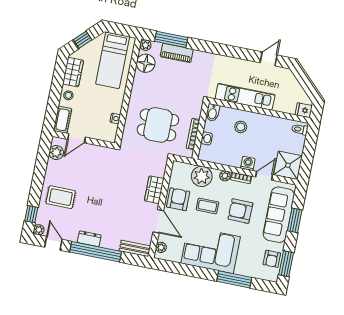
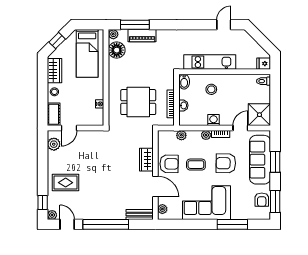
washing machine: (248, 163) -> (214, 120), moved
plant: (202, 176) -> (181, 135), width x0.53, depth x0.53
armchair: (178, 199) -> (169, 164), turned 91
dresser: (89, 239) -> (98, 214), removed

